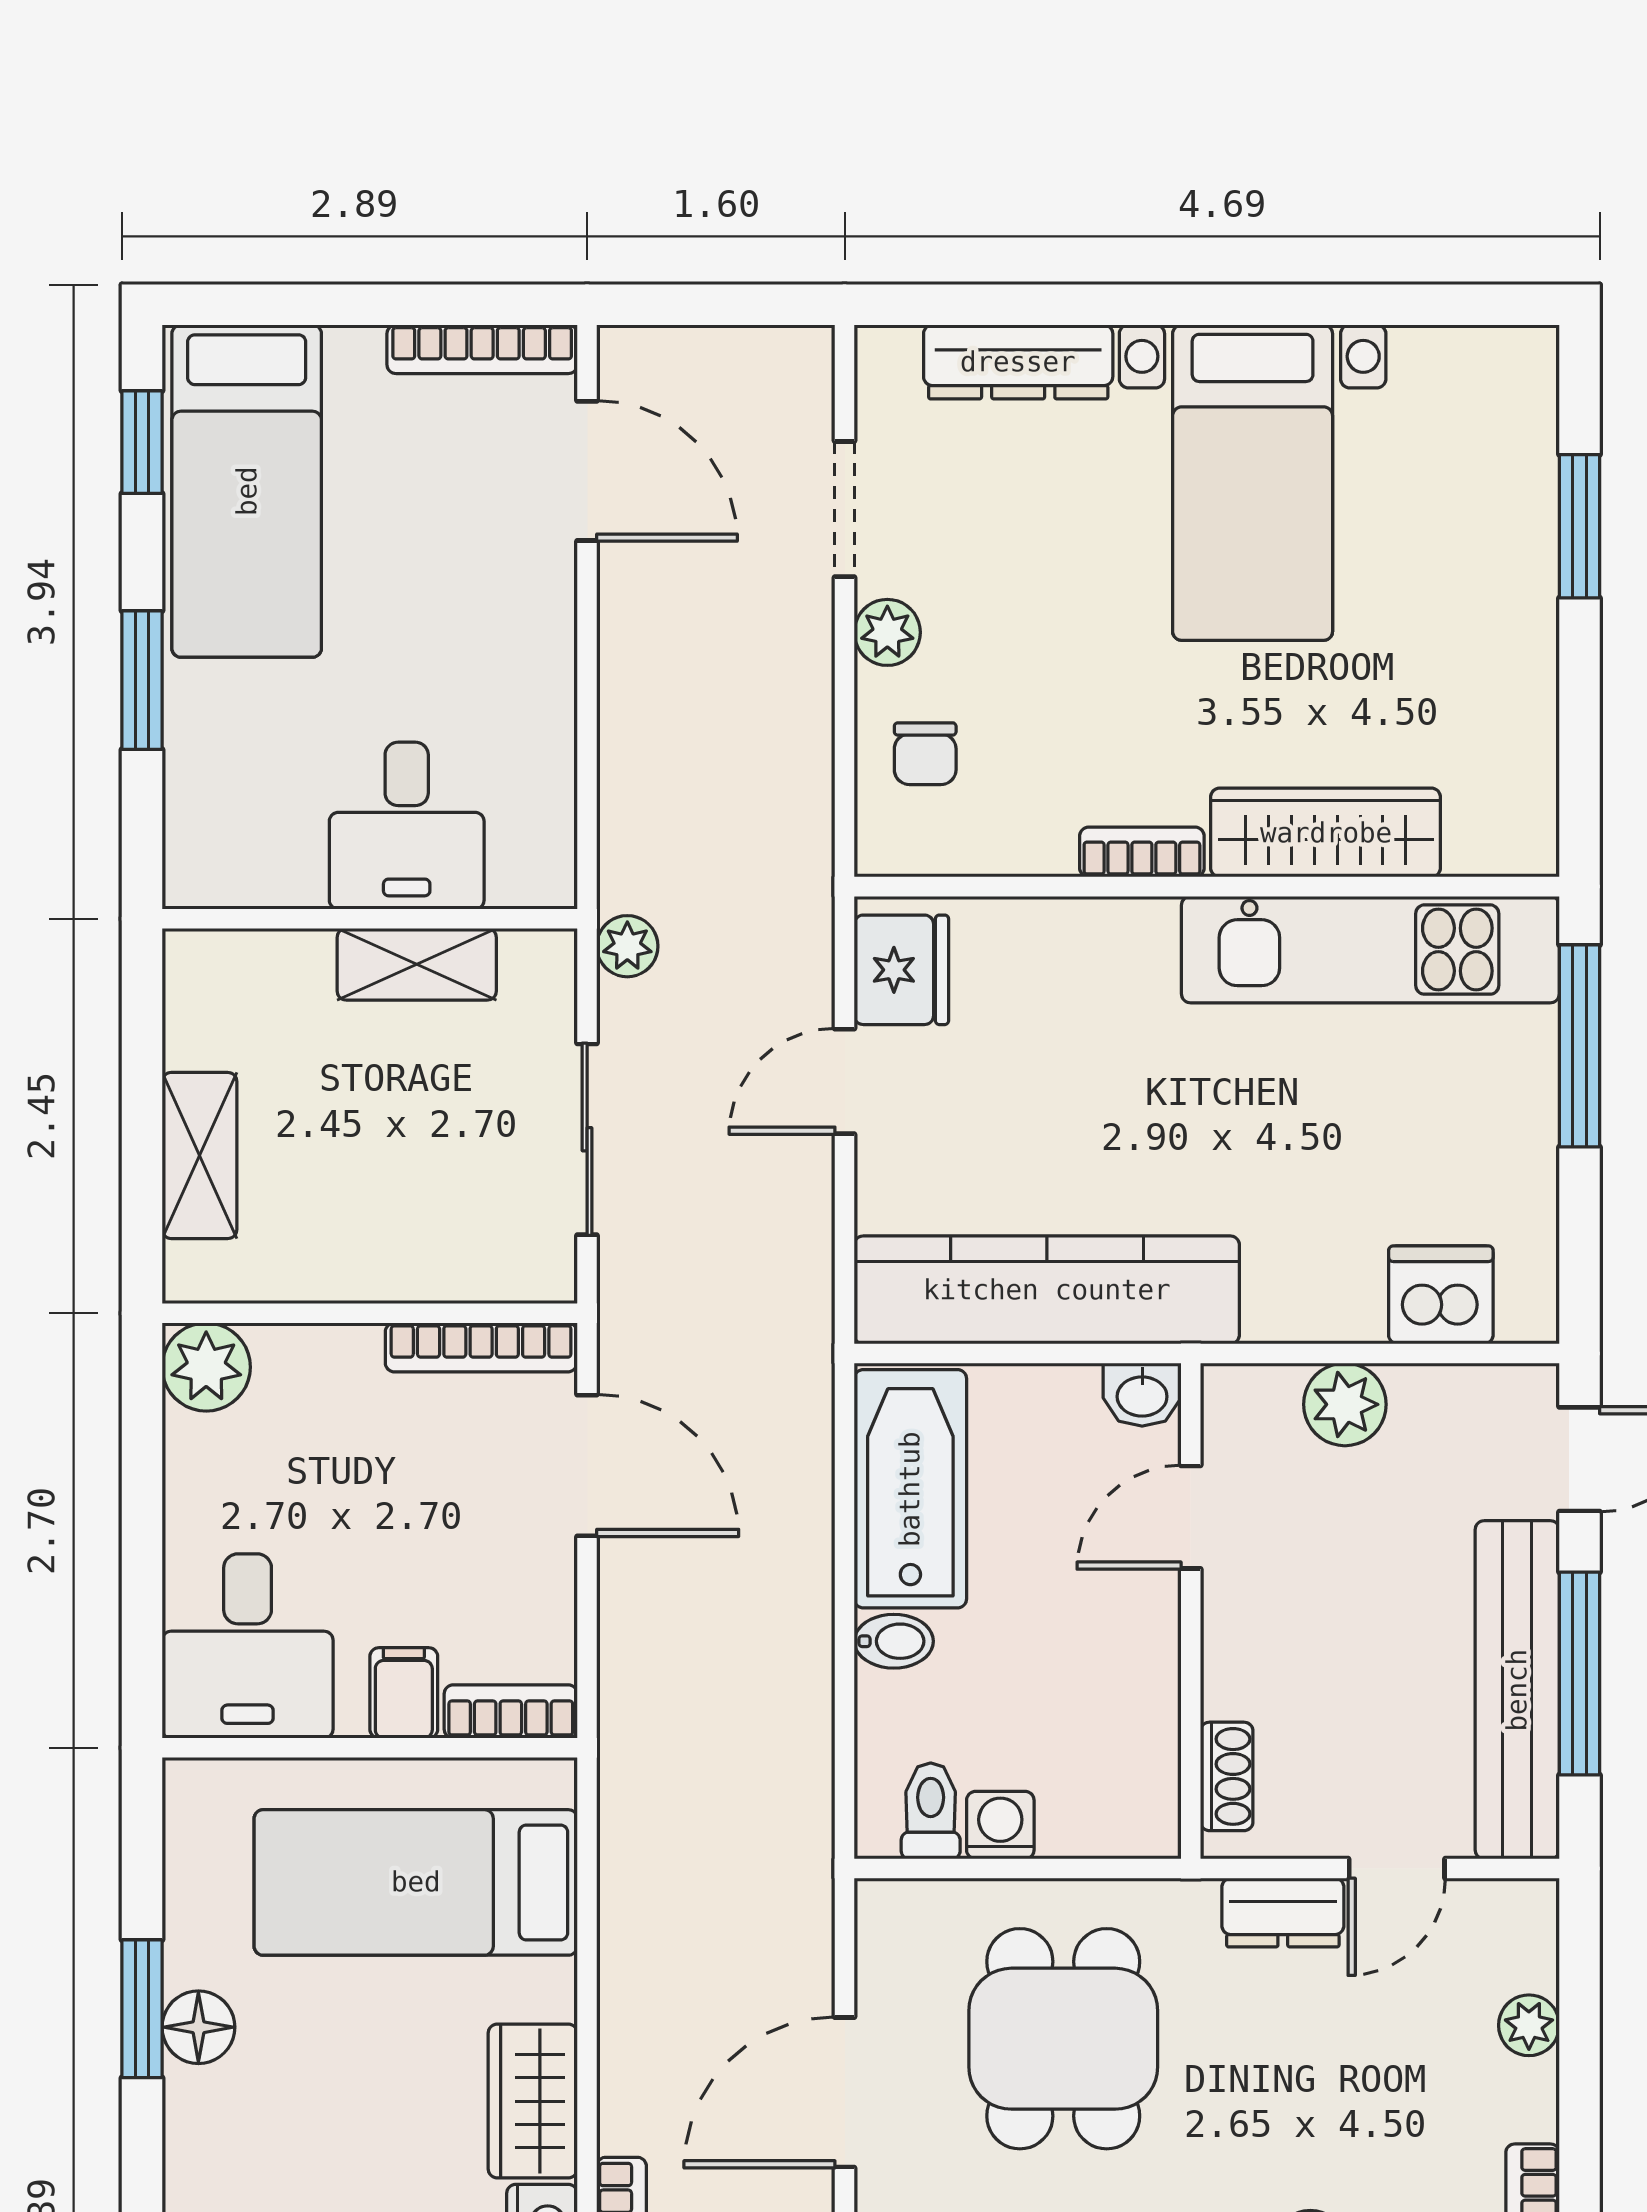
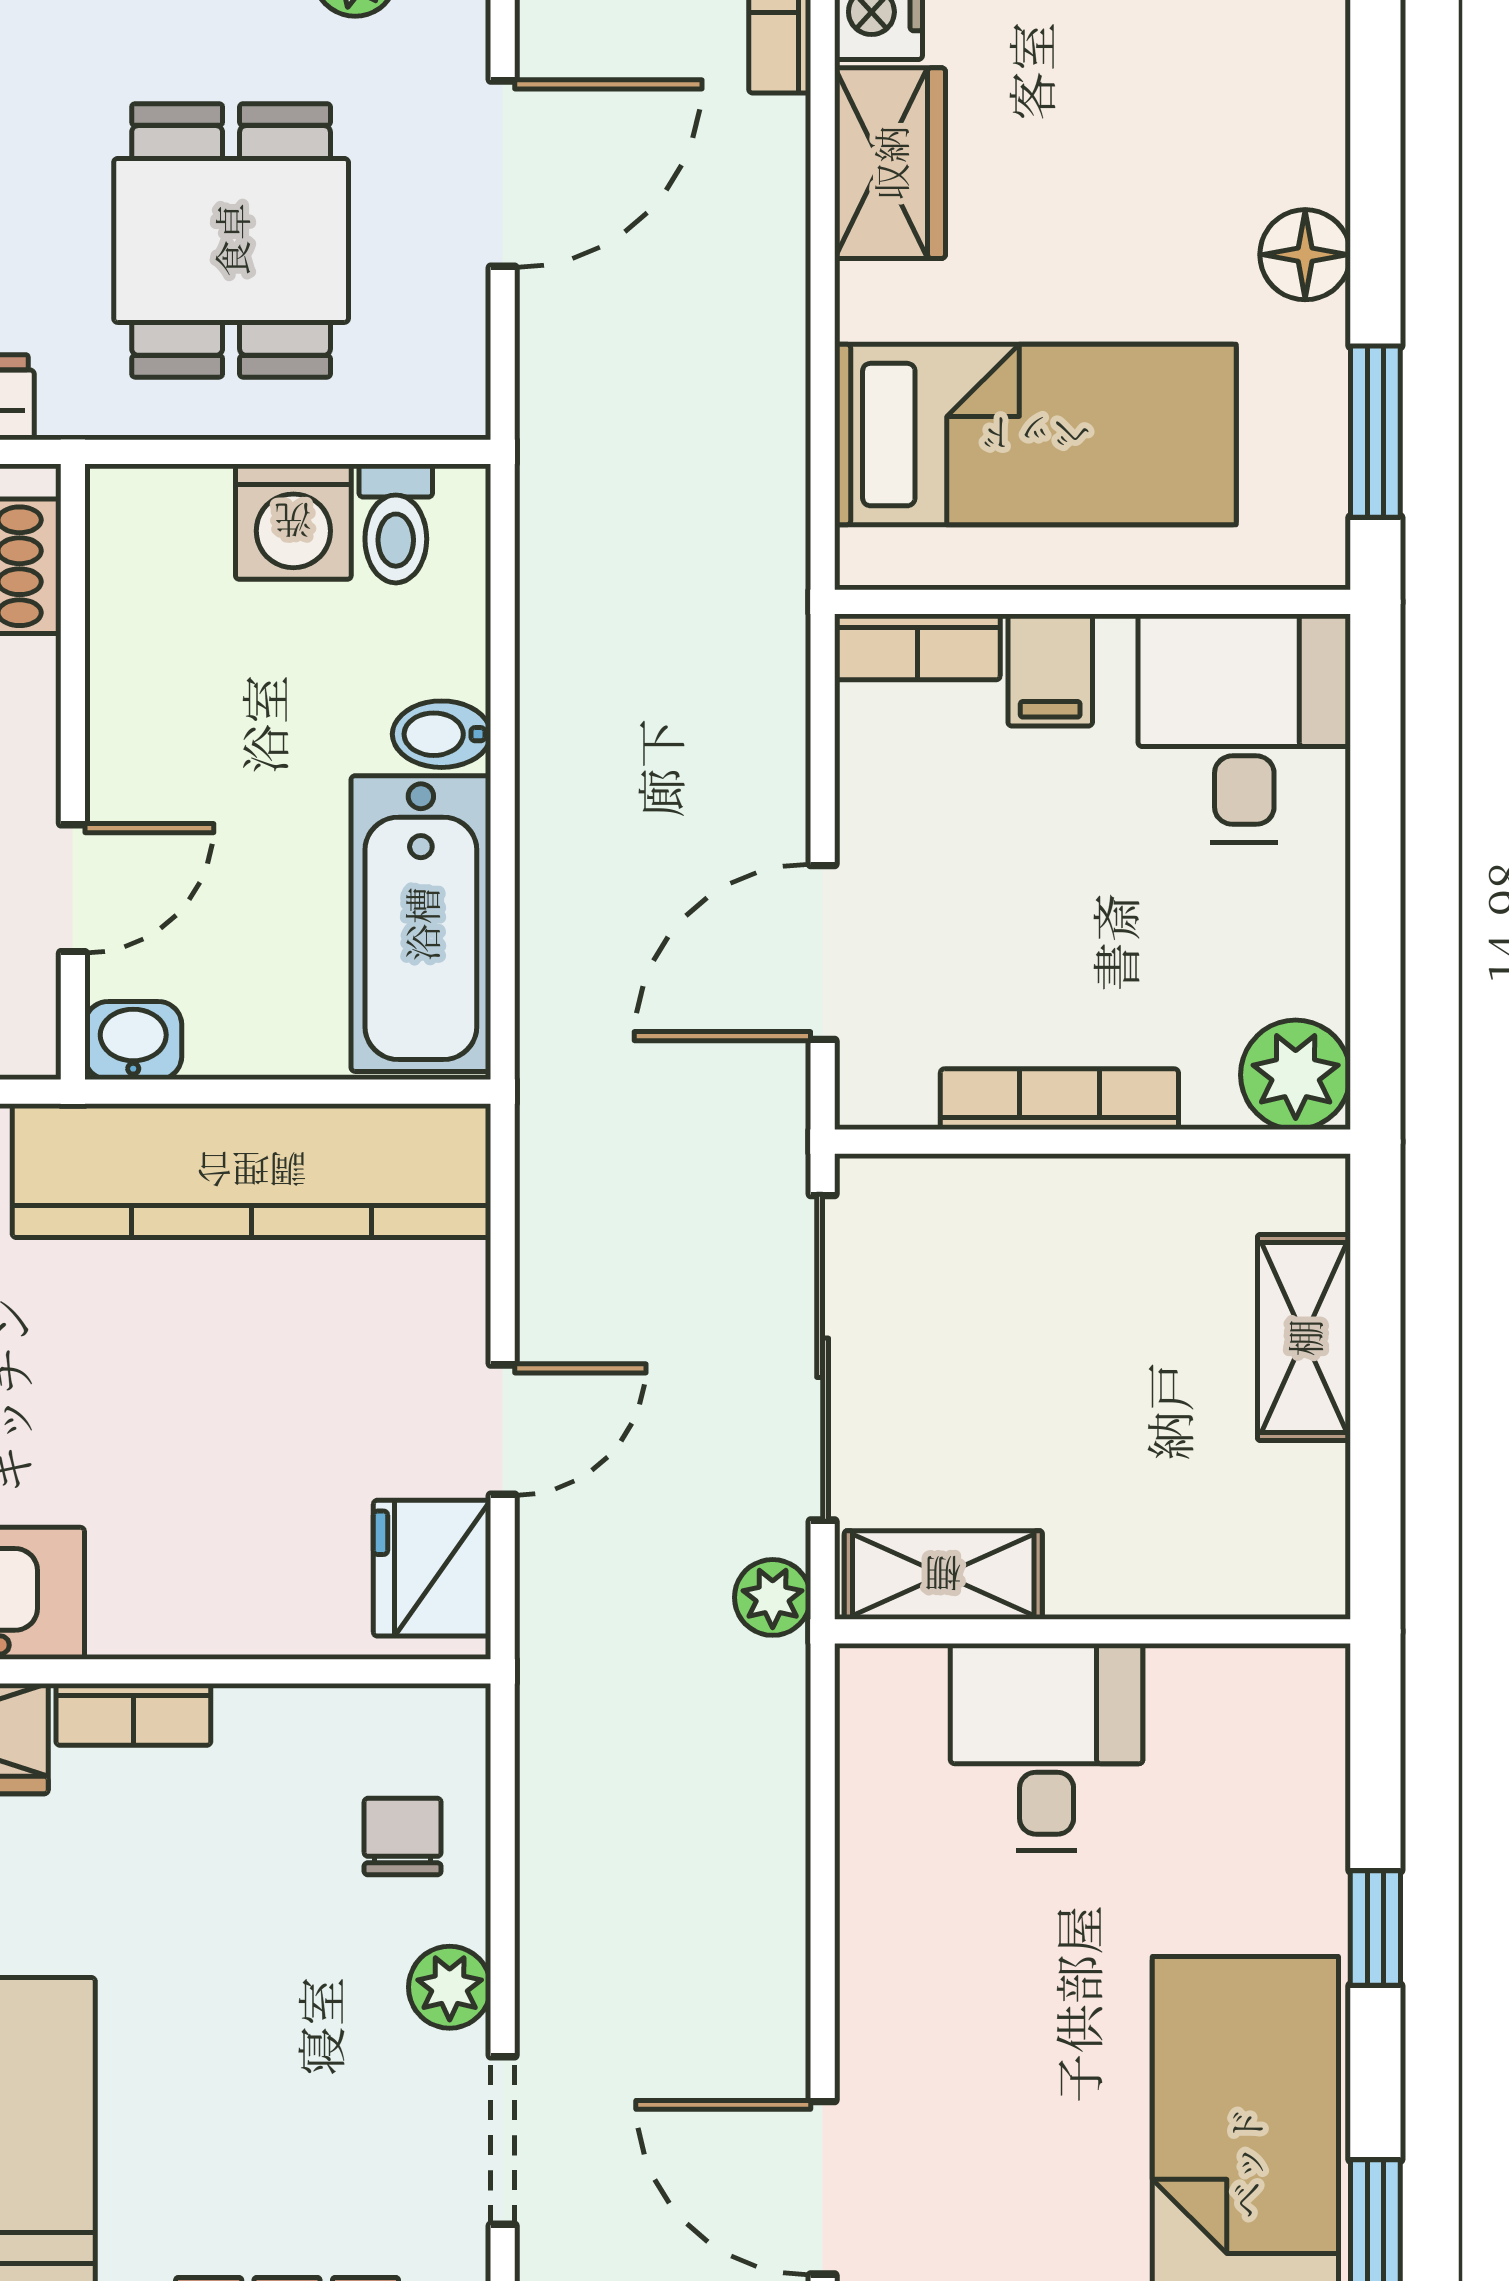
window: (142, 680) -> (1375, 1928), width x0.67
shelving: (417, 964) -> (943, 1575), moved
sliding door: (587, 1139) -> (823, 1358), width x1.37
bookcase: (481, 1347) -> (1059, 1099), moved
door: (587, 1465) -> (823, 952), hinge flipped
washing machine: (1000, 1825) -> (293, 522), width x1.38, depth x1.38
window: (142, 2009) -> (1375, 432), moved

